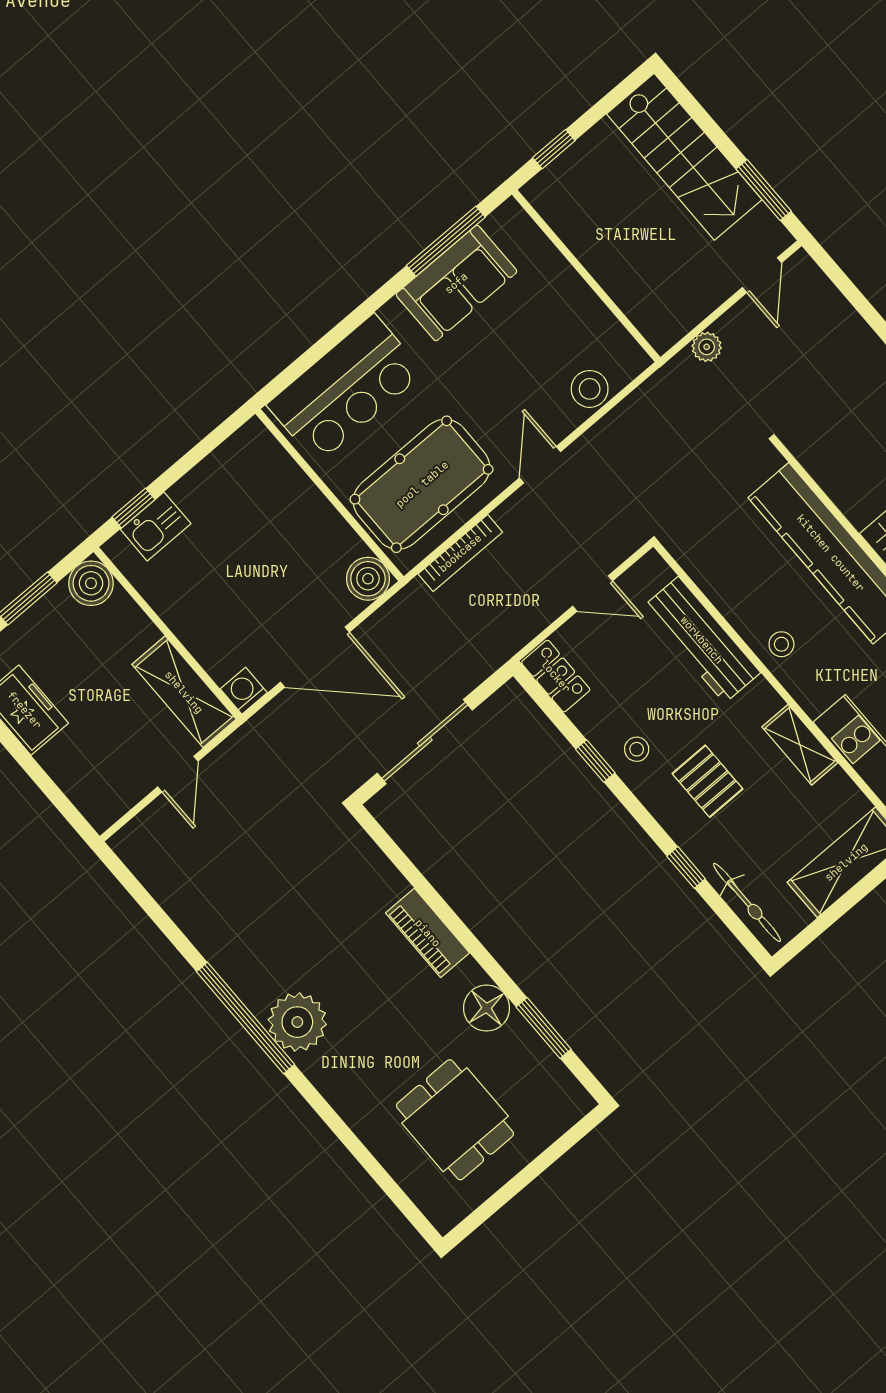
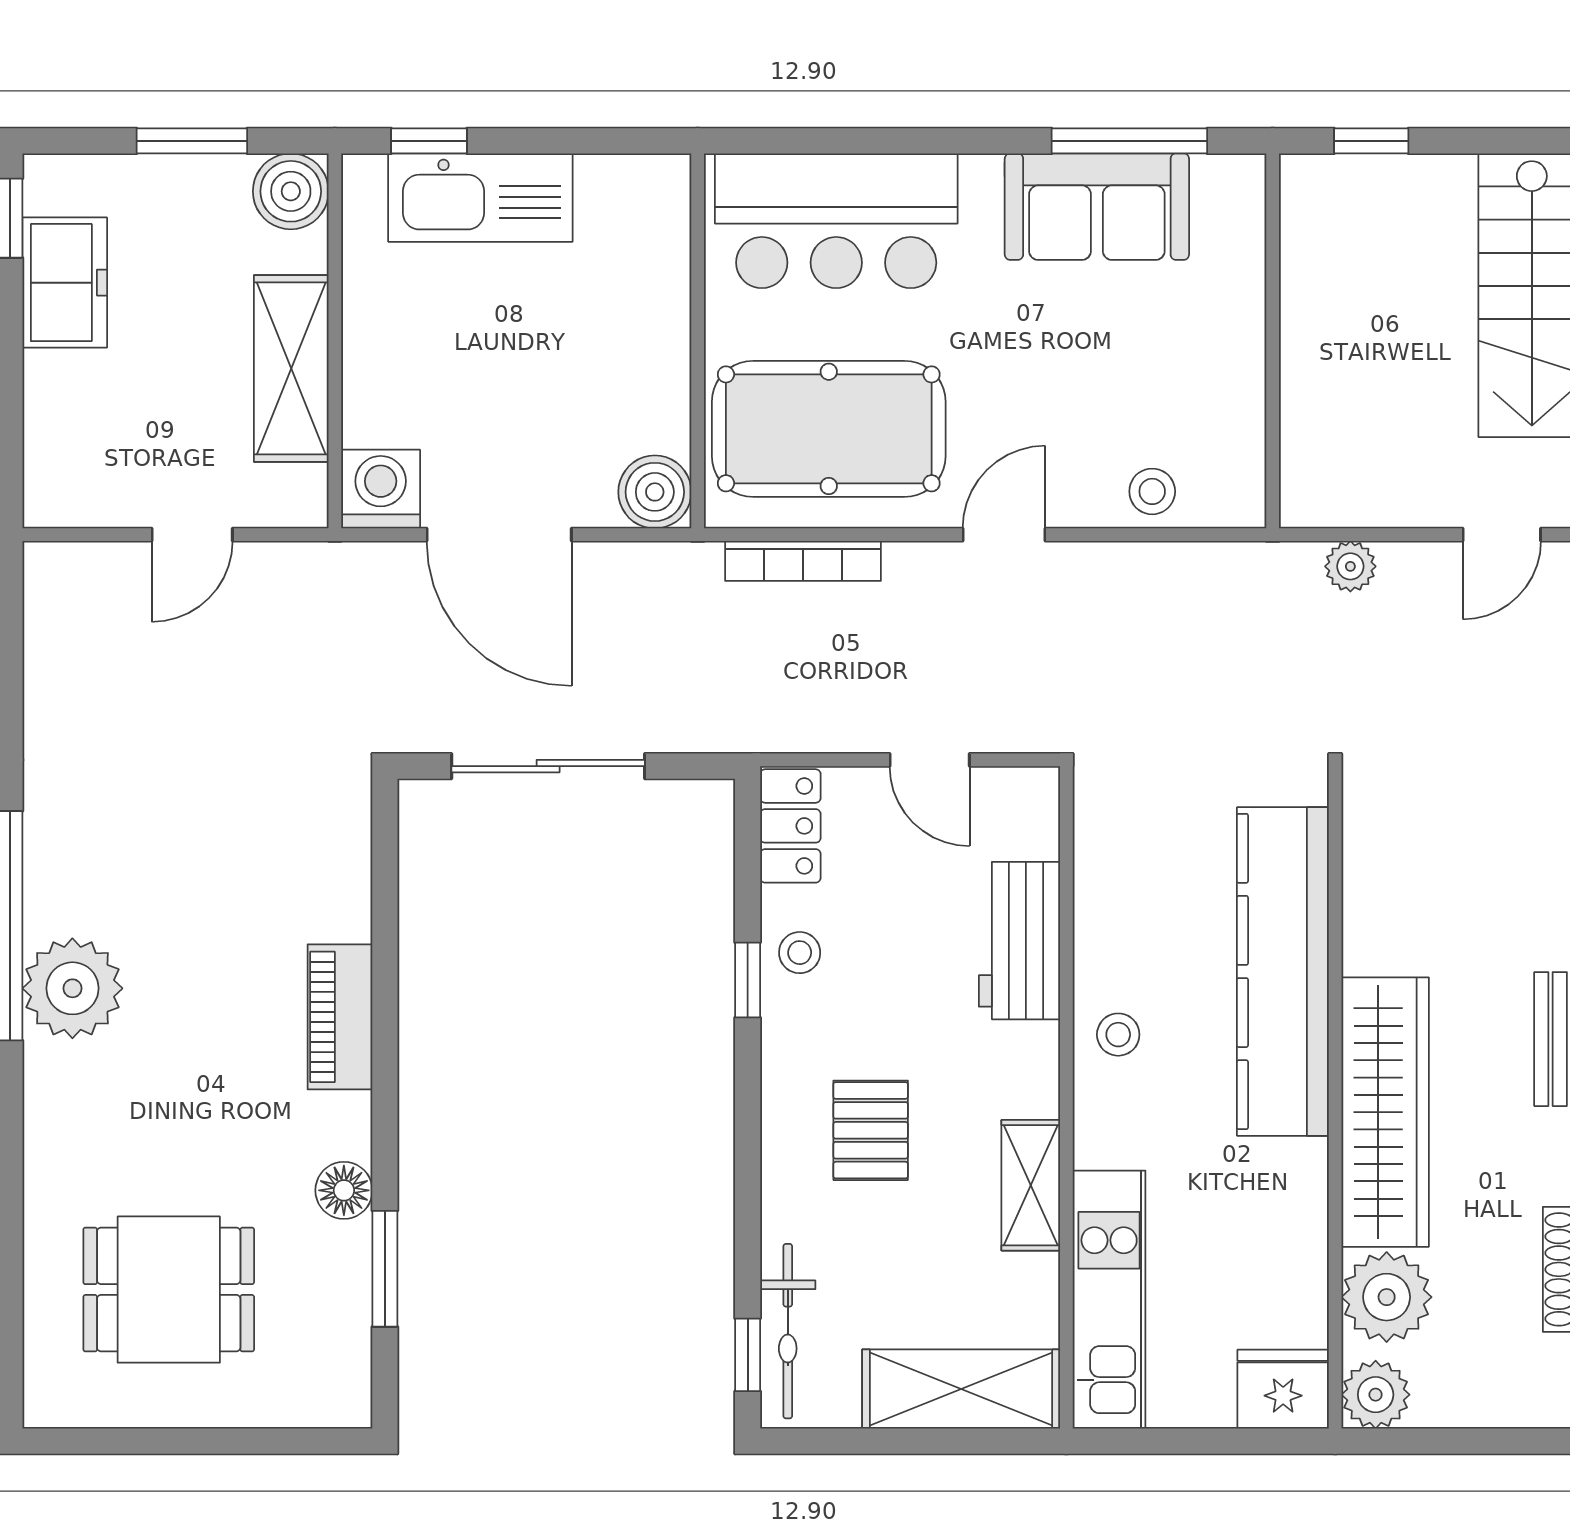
stool: (590, 389) -> (1152, 491), width x0.73, depth x0.73
kitchen sink: (156, 526) -> (480, 198), width x1.87, depth x1.24
workbench: (702, 640) -> (1019, 941), width x0.73
washing machine: (244, 691) -> (381, 489), width x1.38, depth x1.38
shelving: (184, 692) -> (291, 368), moved
stool: (637, 749) -> (800, 953), moved
window: (686, 867) -> (748, 1355), moved
floor lamp: (487, 1008) -> (344, 1190), width x0.73, depth x0.73
dining table: (455, 1120) -> (169, 1290), turned 90

